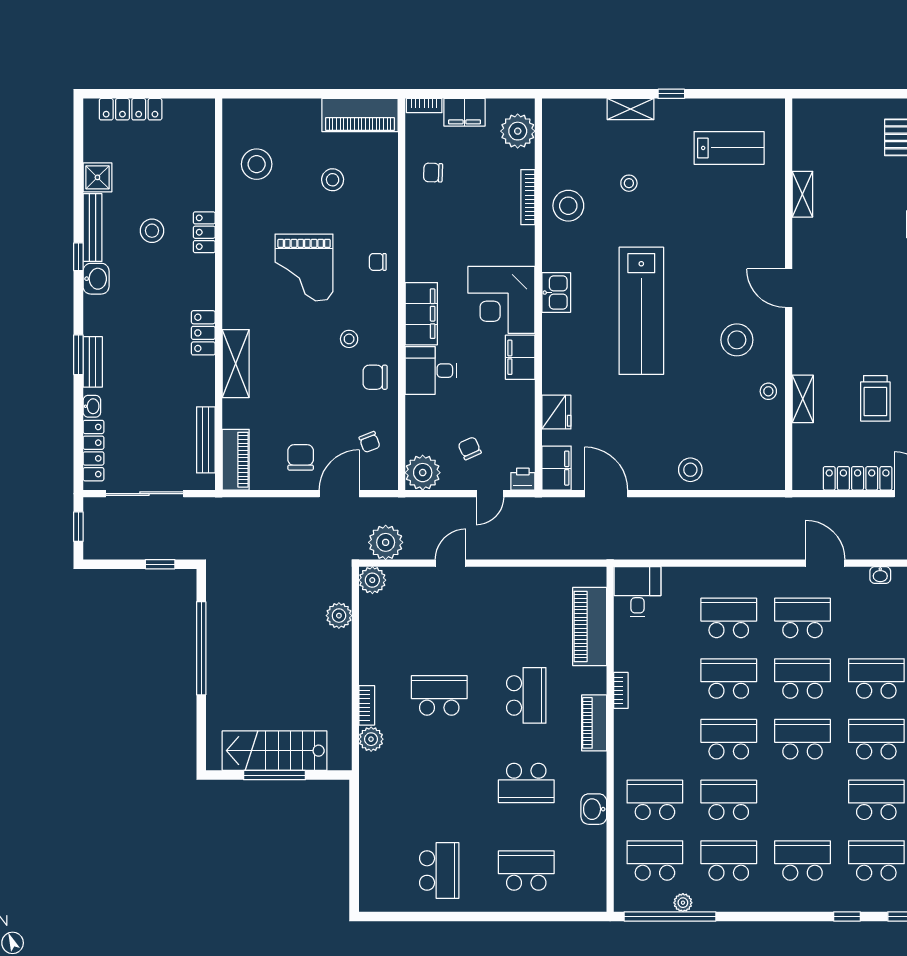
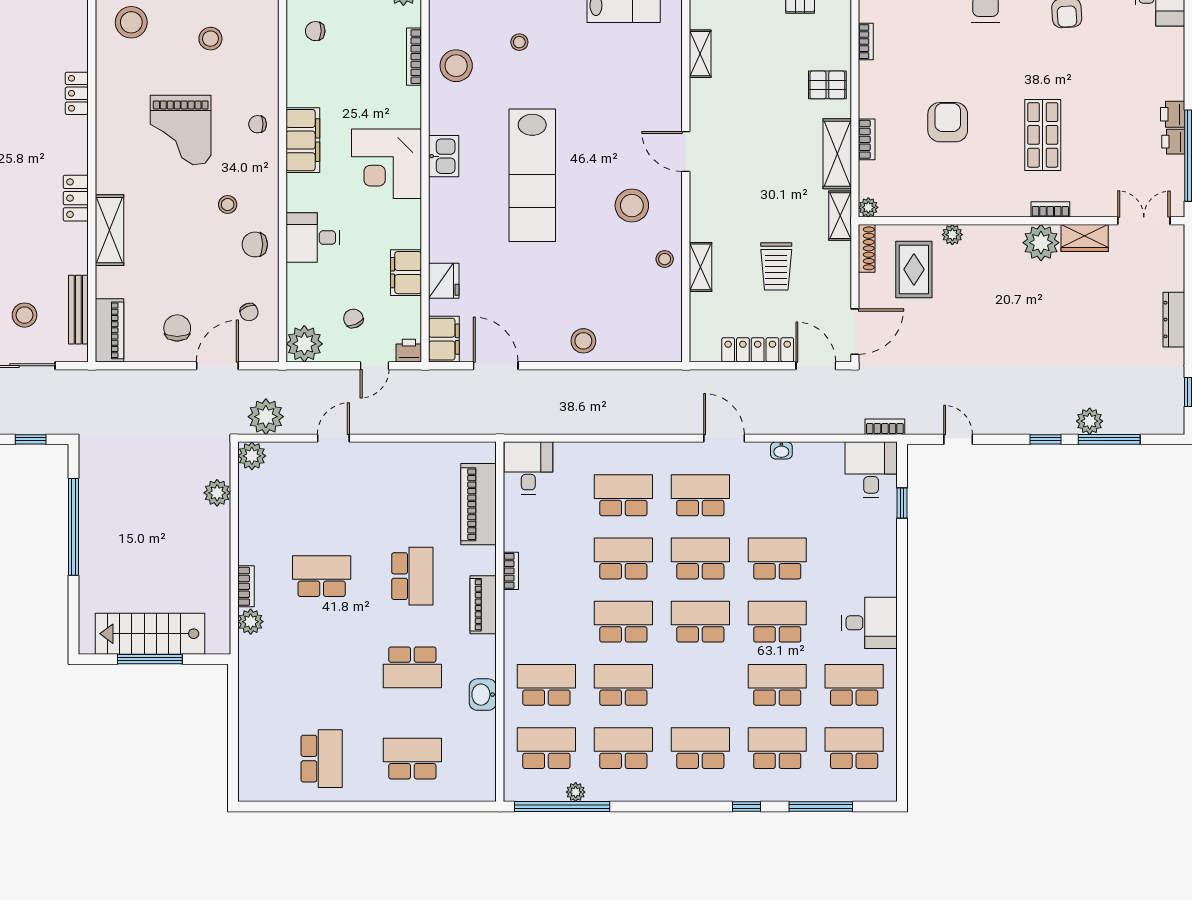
stool: (152, 231) -> (25, 315), moved
filing cabinet: (421, 314) -> (303, 140), moved
filing cabinet: (520, 357) -> (406, 273), moved

